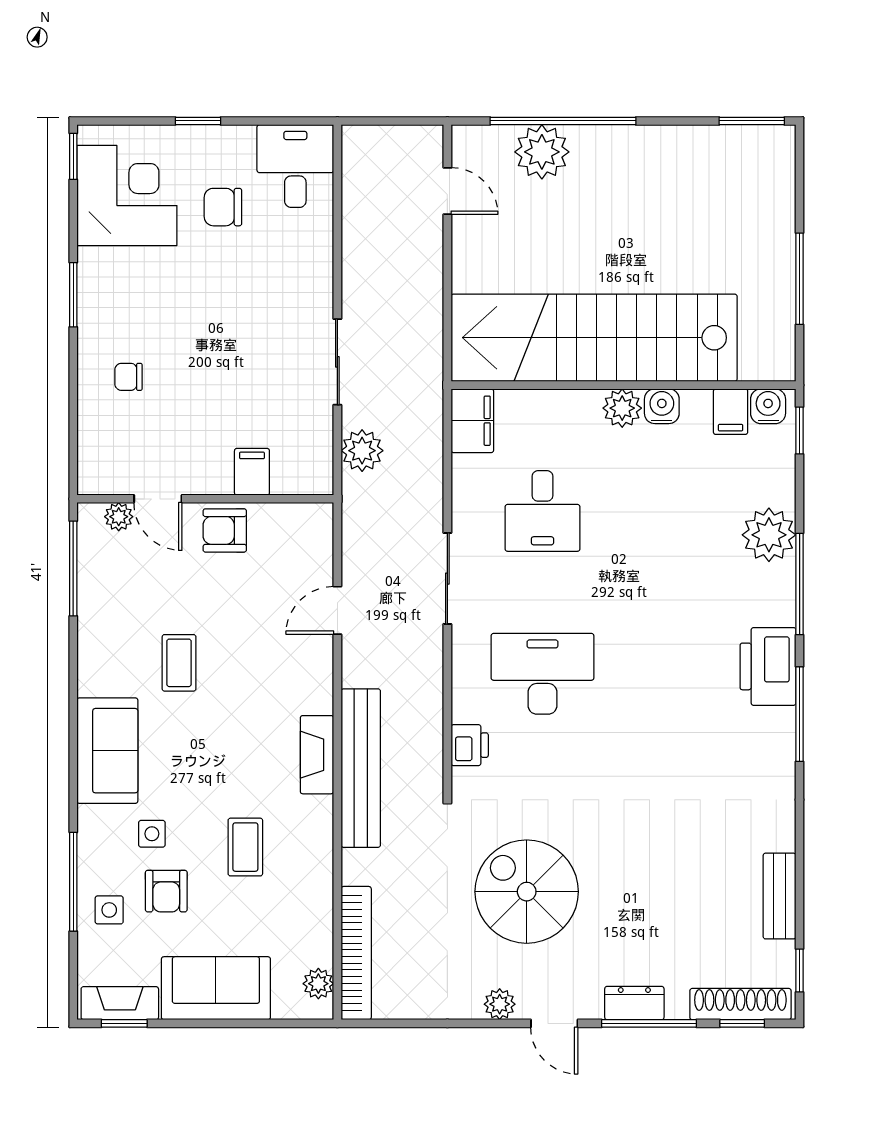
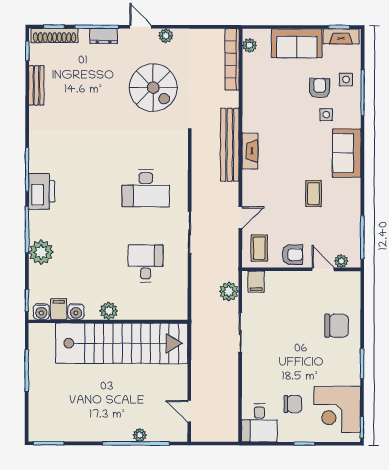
plant: (542, 152) -> (140, 435), width x0.53, depth x0.53
chair: (128, 377) -> (337, 326), width x1.87, depth x1.87
water cooler: (662, 406) -> (76, 312), moved
filing cabinet: (472, 421) -> (178, 305), removed
filing cabinet: (252, 472) -> (256, 282), moved
printer: (470, 745) -> (179, 155), removed
coffee table: (245, 847) -> (259, 248), moved

